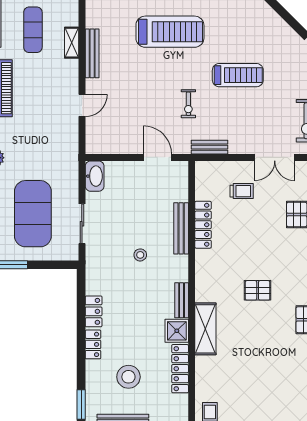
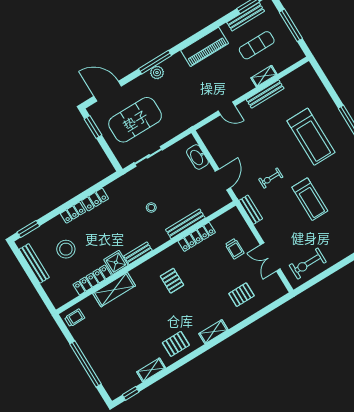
washbasin: (95, 176) -> (197, 157), moved, turned 90
pallet: (258, 290) -> (172, 281), moved
shelving: (205, 329) -> (114, 290), moved

